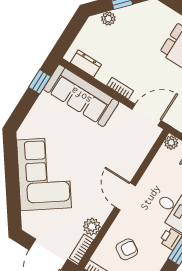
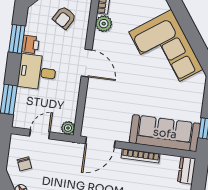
dresser: (86, 64) -> (187, 170), moved, turned 90
bookcase: (120, 88) -> (141, 156), width x1.56

